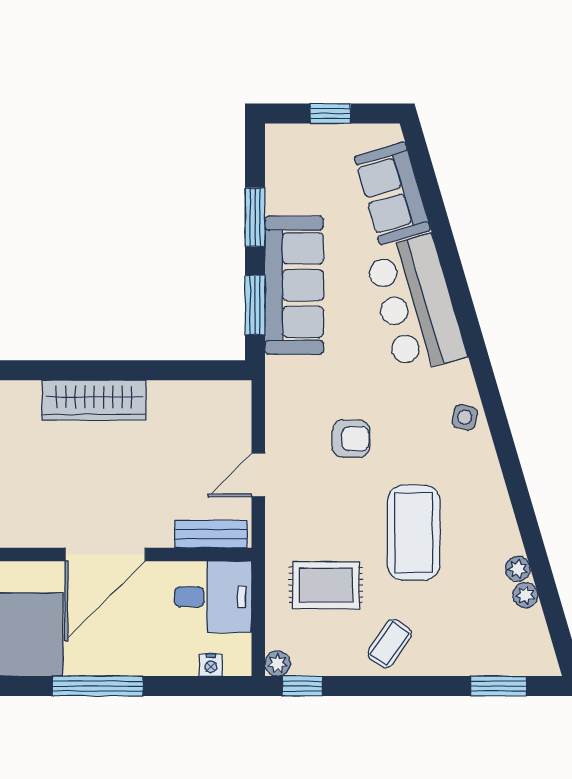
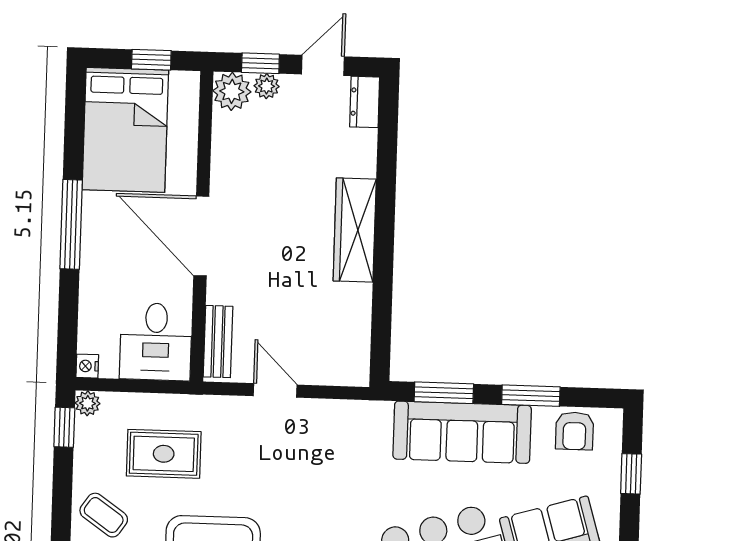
armchair: (351, 439) -> (574, 431), moved
rug: (326, 585) -> (164, 454), turned 90
nightstand: (211, 665) -> (87, 366), moved

